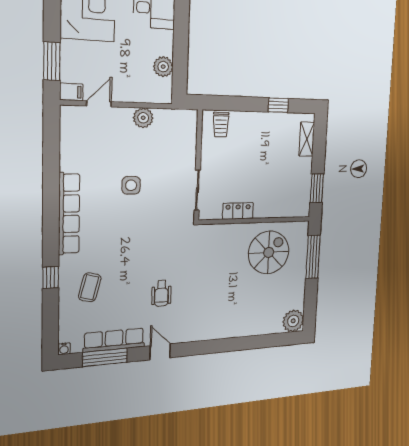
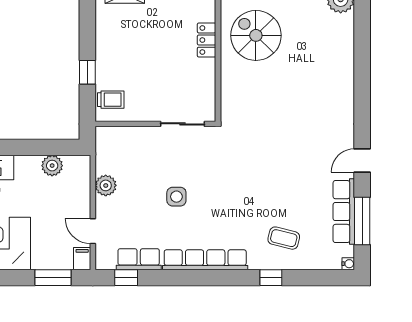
window: (278, 105) -> (87, 72), moved
window: (51, 136) -> (126, 278), added
row of seats: (70, 149) -> (139, 259), added
locker: (238, 211) -> (207, 40), moved
wheelchair: (161, 293) -> (296, 161), removed

